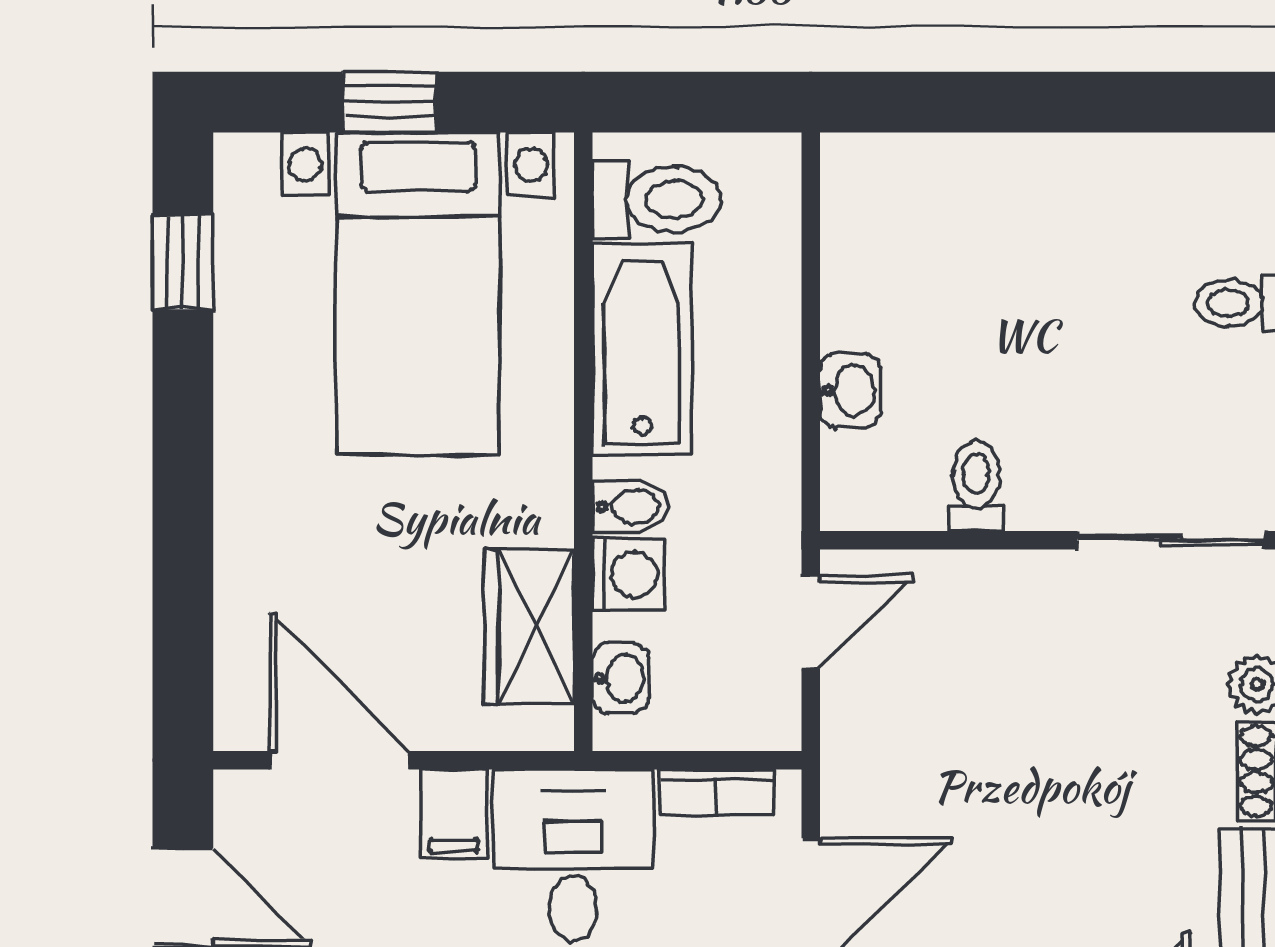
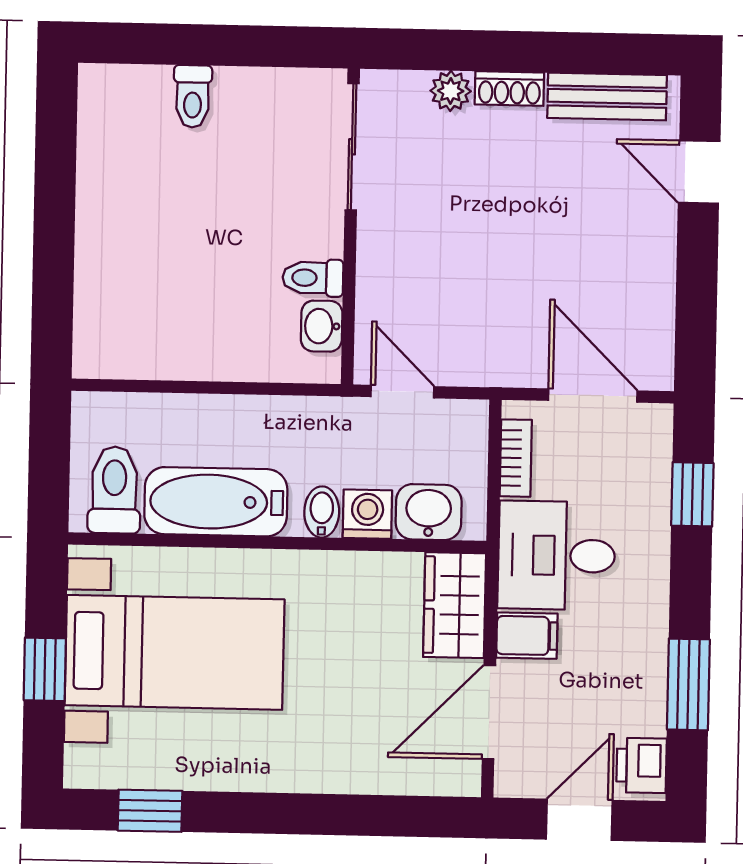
washbasin: (850, 390) -> (322, 326), moved, turned -90
wardrobe: (529, 627) -> (455, 605), moved, turned 90
washbasin: (621, 678) -> (429, 512), width x1.38, depth x1.45

